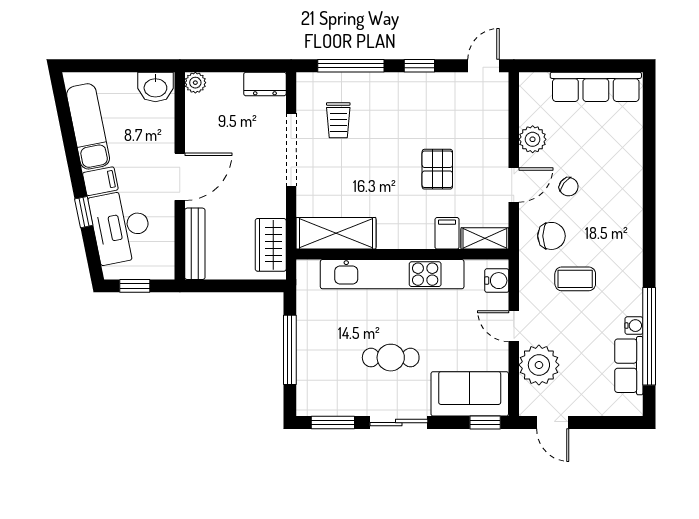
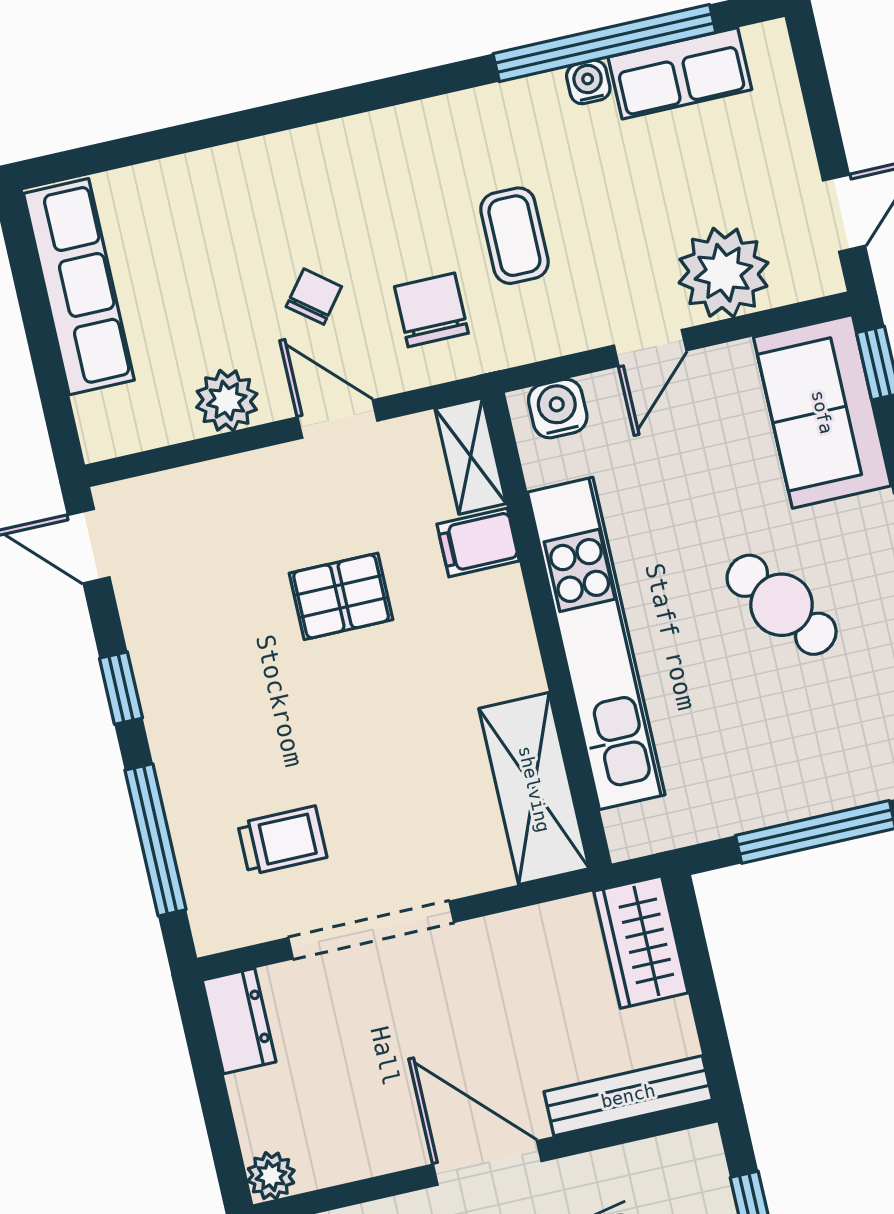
wardrobe: (271, 245) -> (641, 942), moved, turned 90
cafe table: (391, 358) -> (782, 605), turned -37

